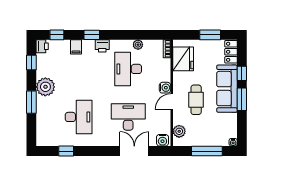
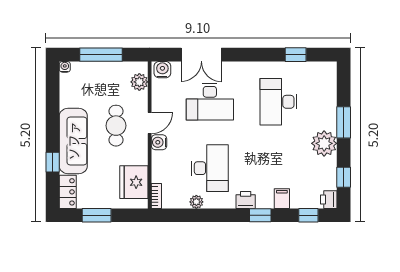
window: (242, 99) -> (53, 126), removed

